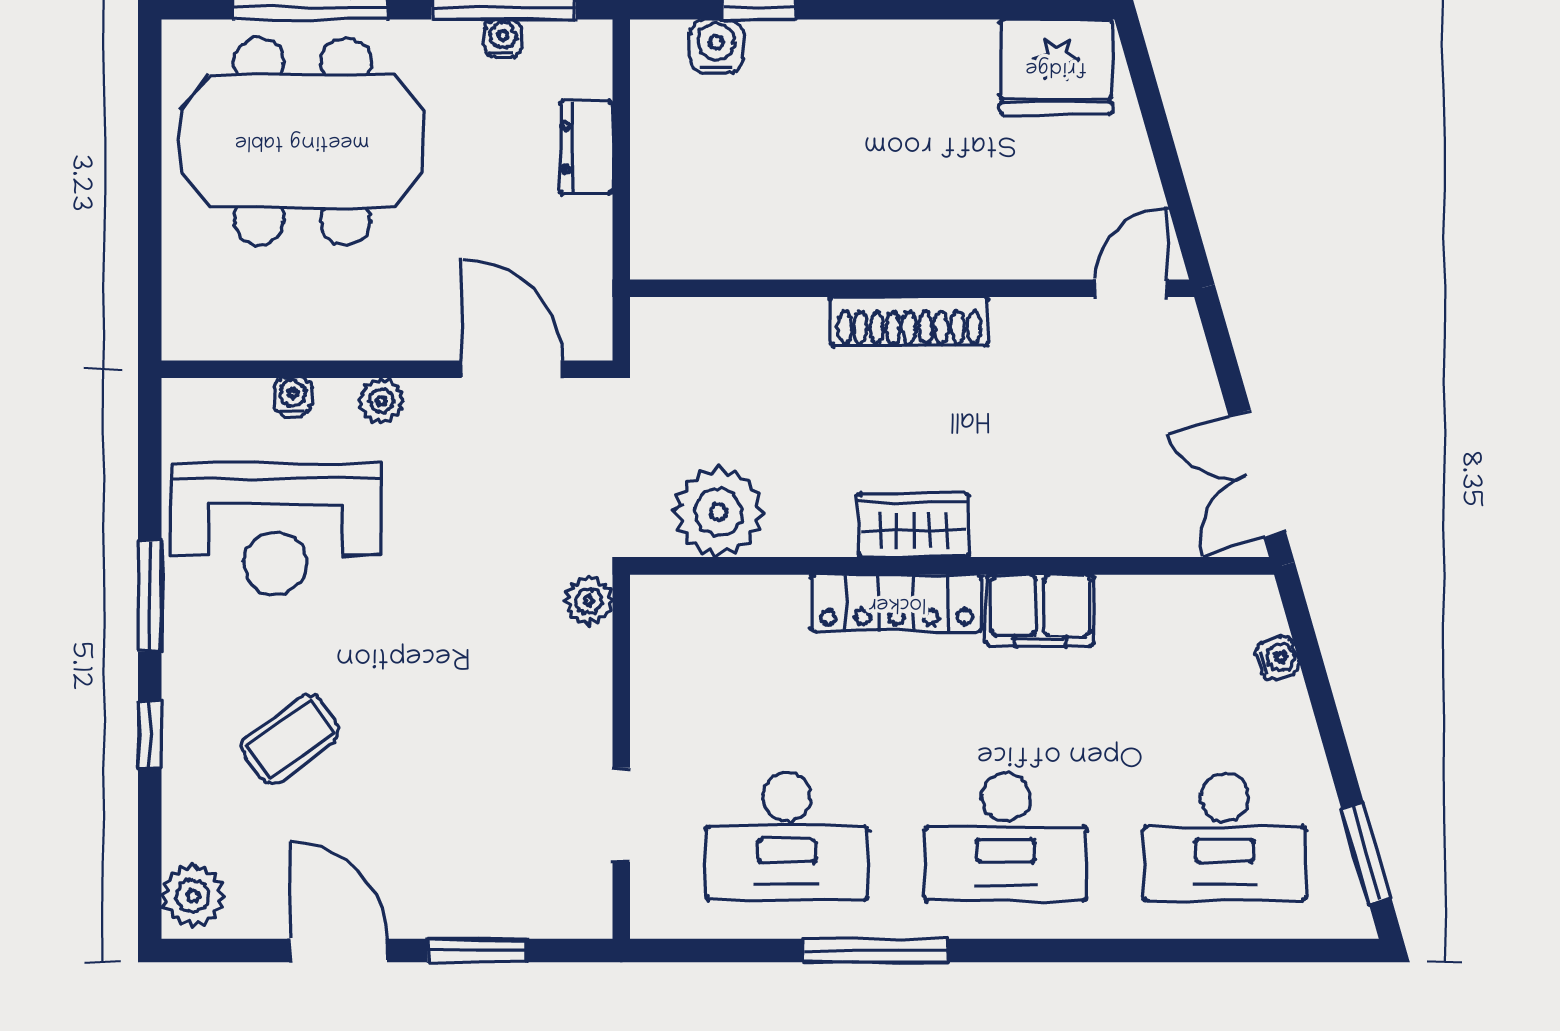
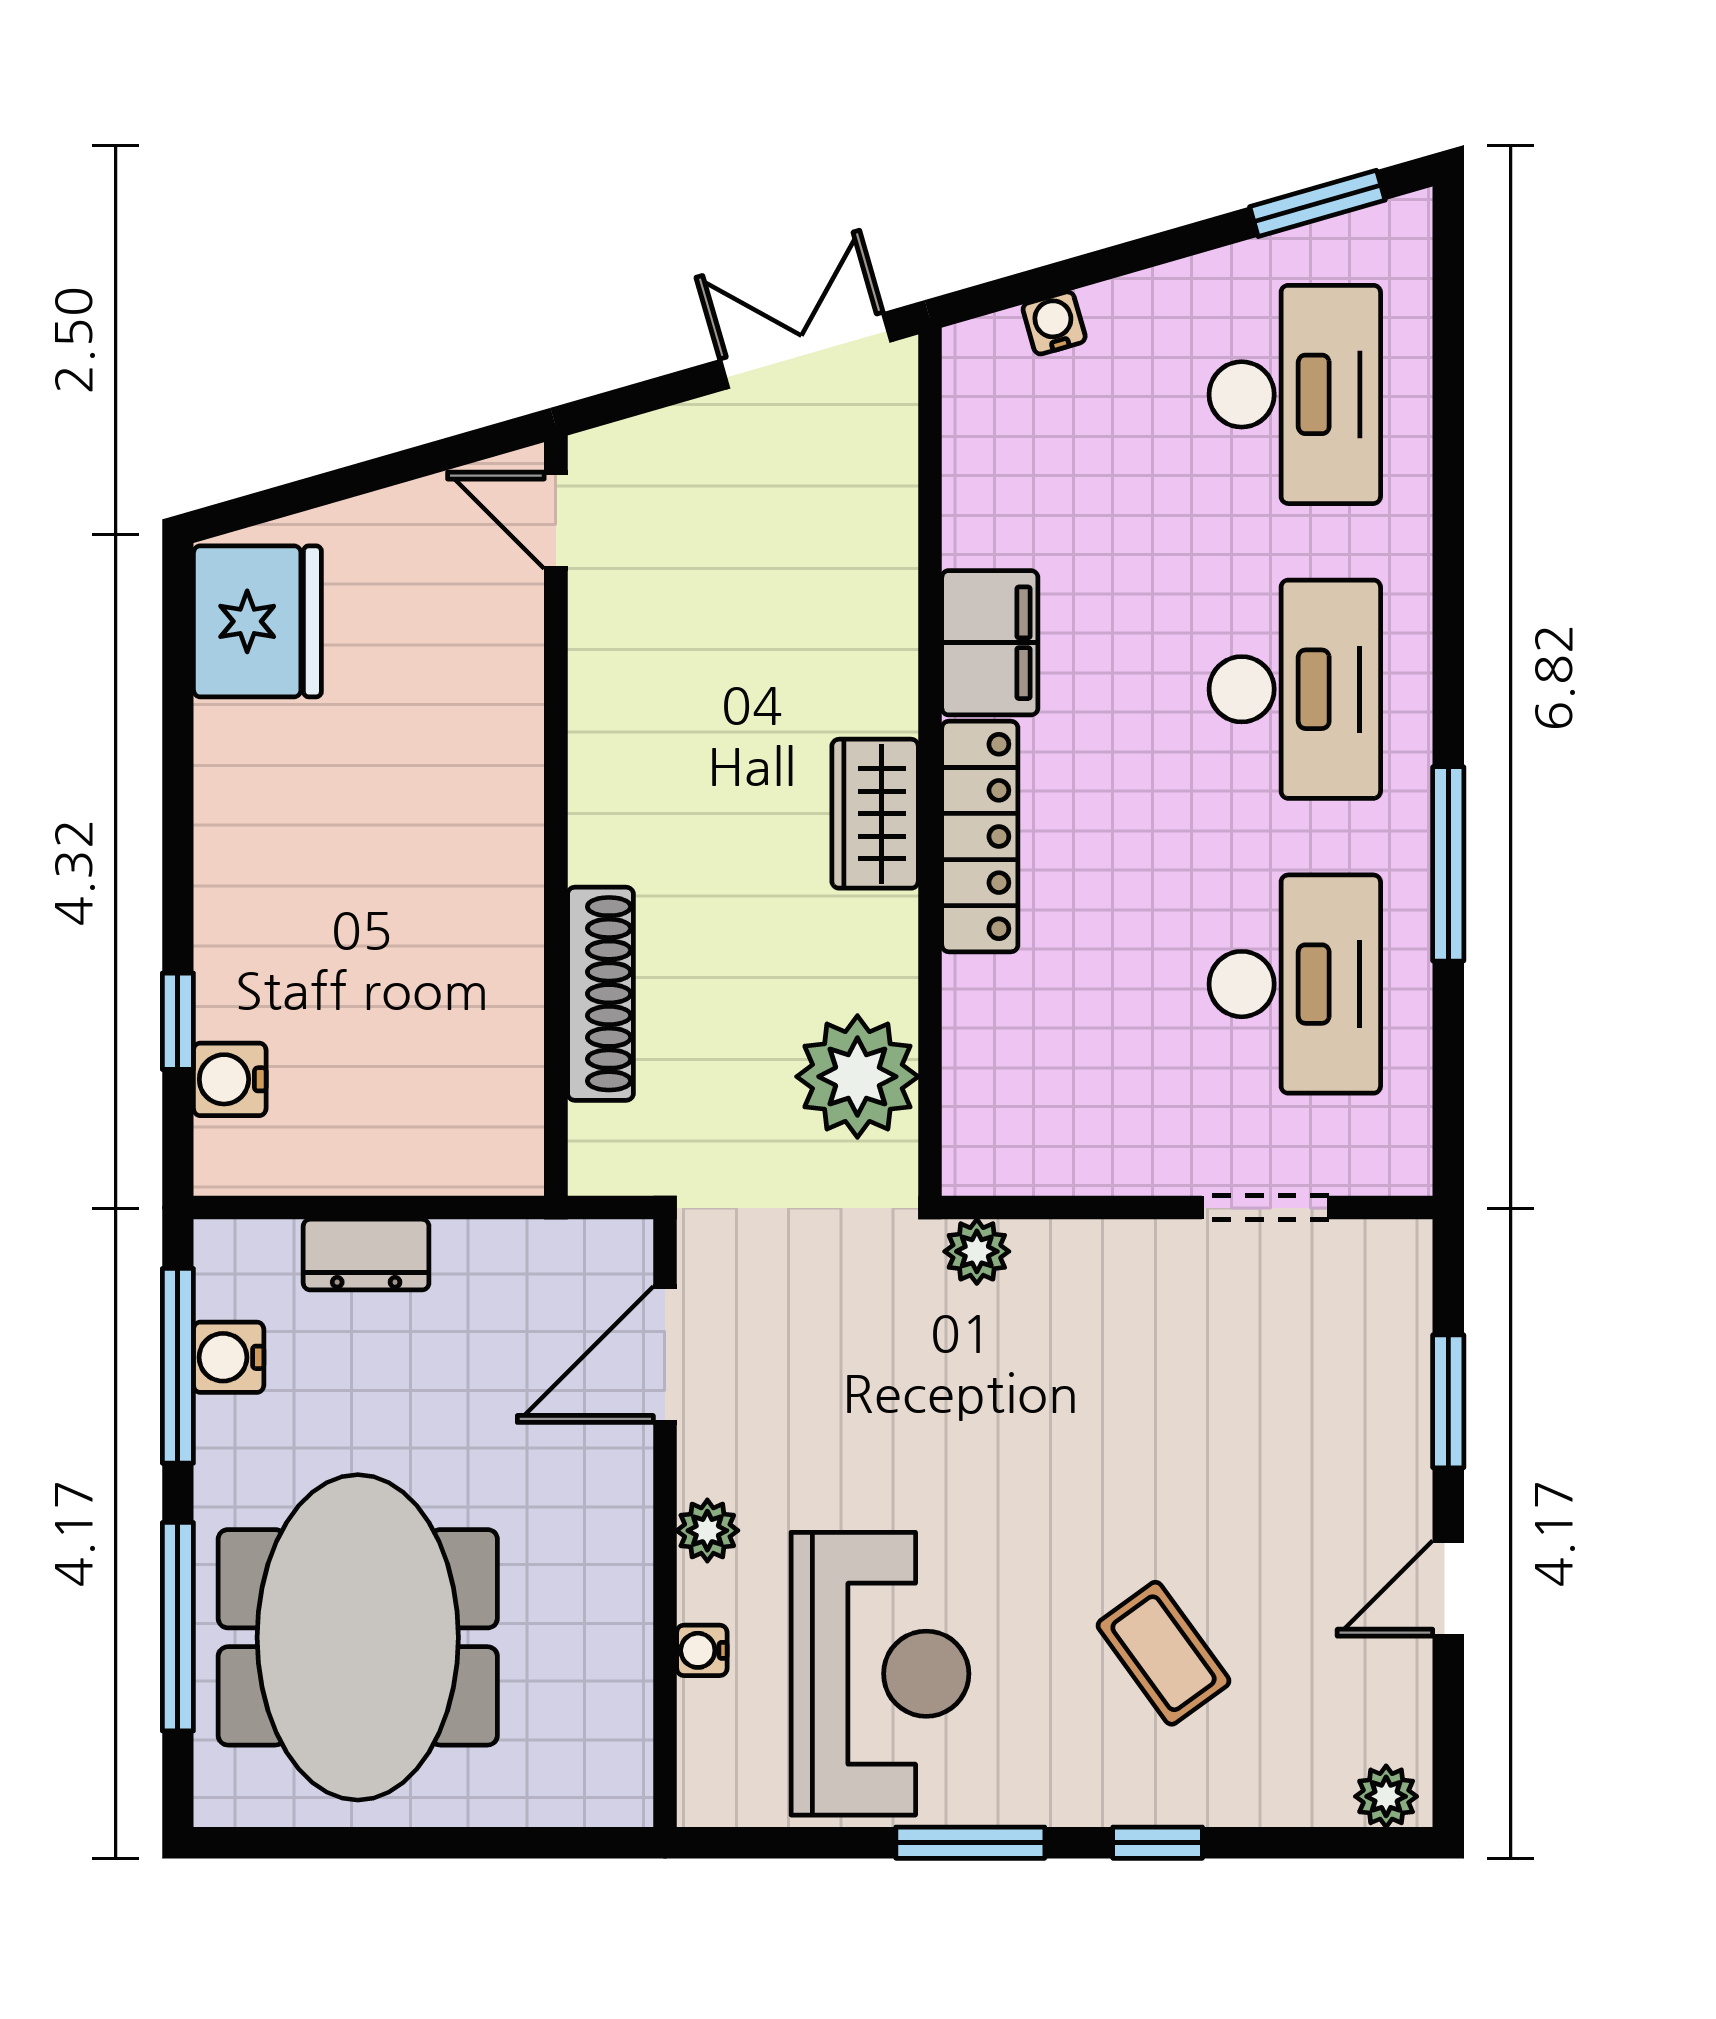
water cooler: (503, 38) -> (229, 1357), width x1.38, depth x1.38
shoe rack: (909, 321) -> (600, 994), moved
double door: (1257, 474) -> (806, 351), swing flipped
plant: (193, 896) -> (1386, 1796), width x0.73, depth x0.73
door: (338, 951) -> (1448, 1588), width x0.73

